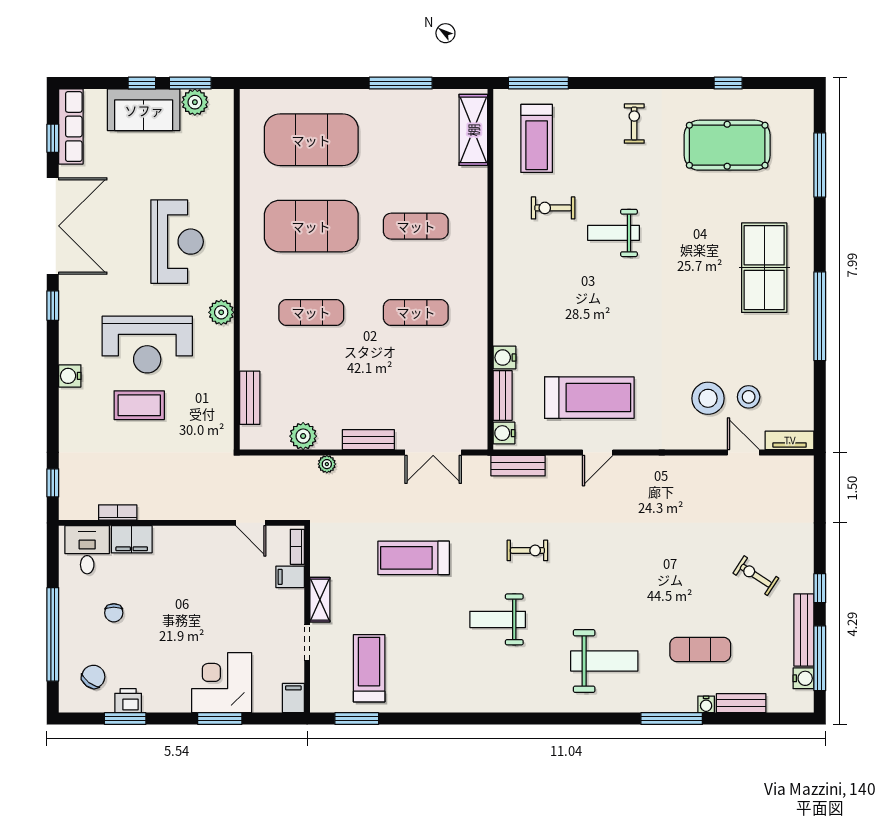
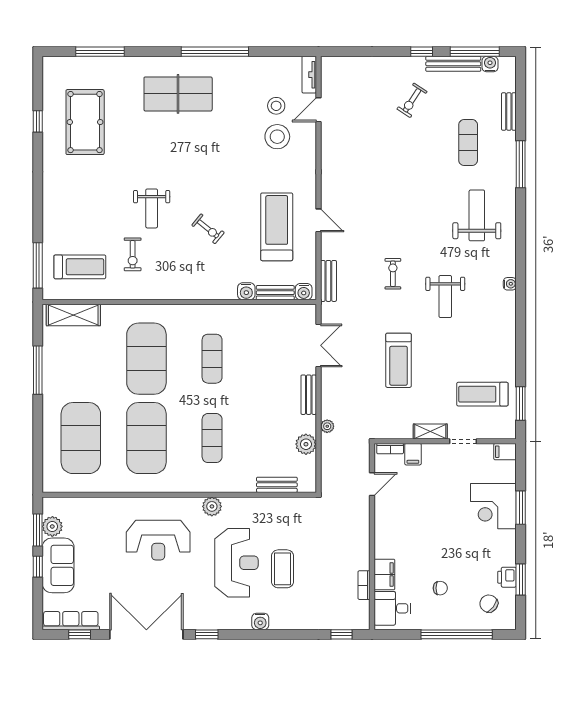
exercise bike: (634, 124) -> (208, 229), moved, turned -141
exercise mat: (416, 226) -> (146, 359), width x2.00, depth x1.45
reception desk: (177, 242) -> (158, 540), turned 180
water cooler: (706, 704) -> (510, 284), moved

